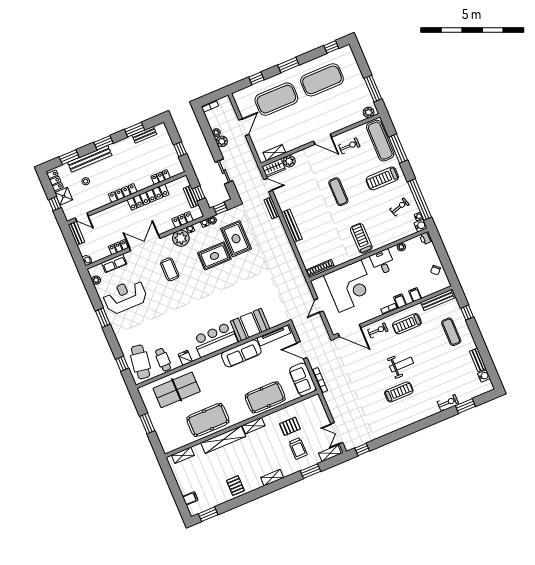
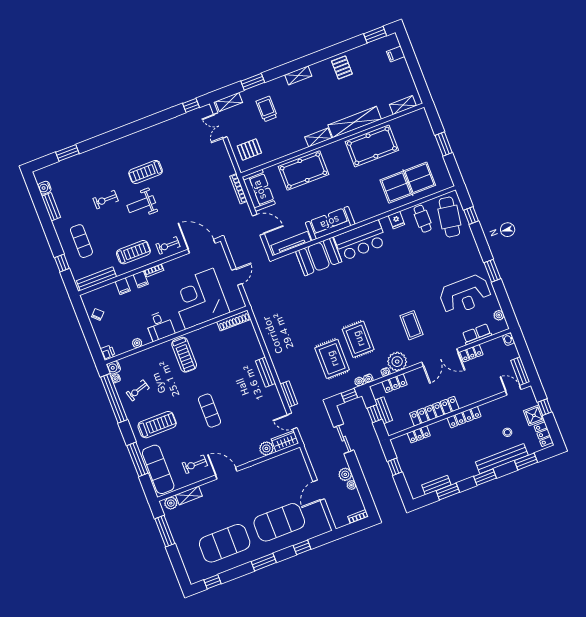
shelving: (274, 153) -> (189, 495), moved
bench: (292, 226) -> (266, 372), width x0.73
rug: (214, 256) -> (358, 339), turned 90
exercise bike: (448, 402) -> (106, 200), moved
pallet: (290, 426) -> (249, 149), moved
double door: (337, 433) -> (220, 126), swing flipped

